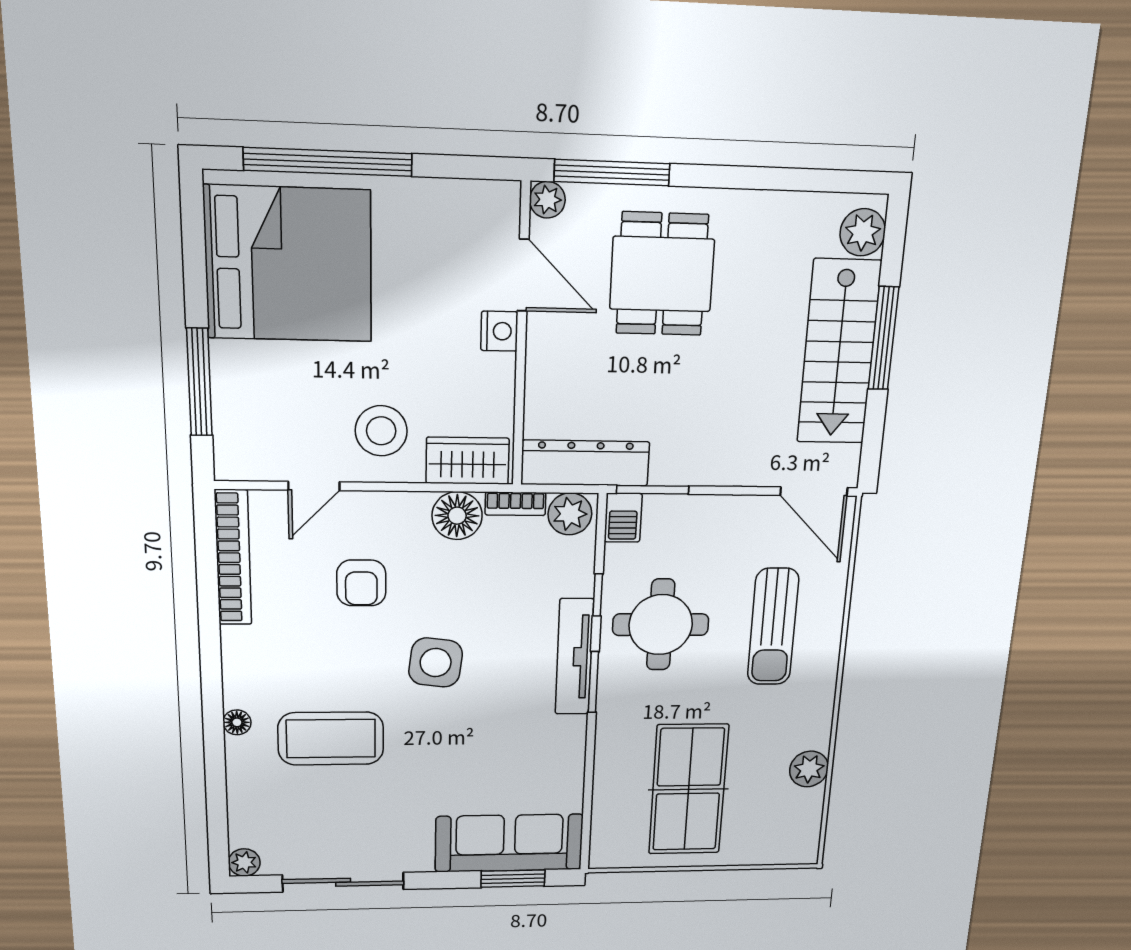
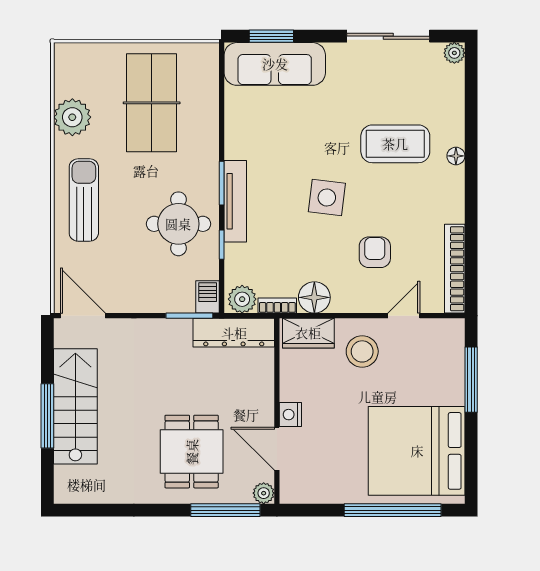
plant: (863, 232) -> (68, 480), removed
sun lounger: (773, 627) -> (84, 200), moved
plant: (809, 769) -> (72, 117), width x1.36, depth x1.36

